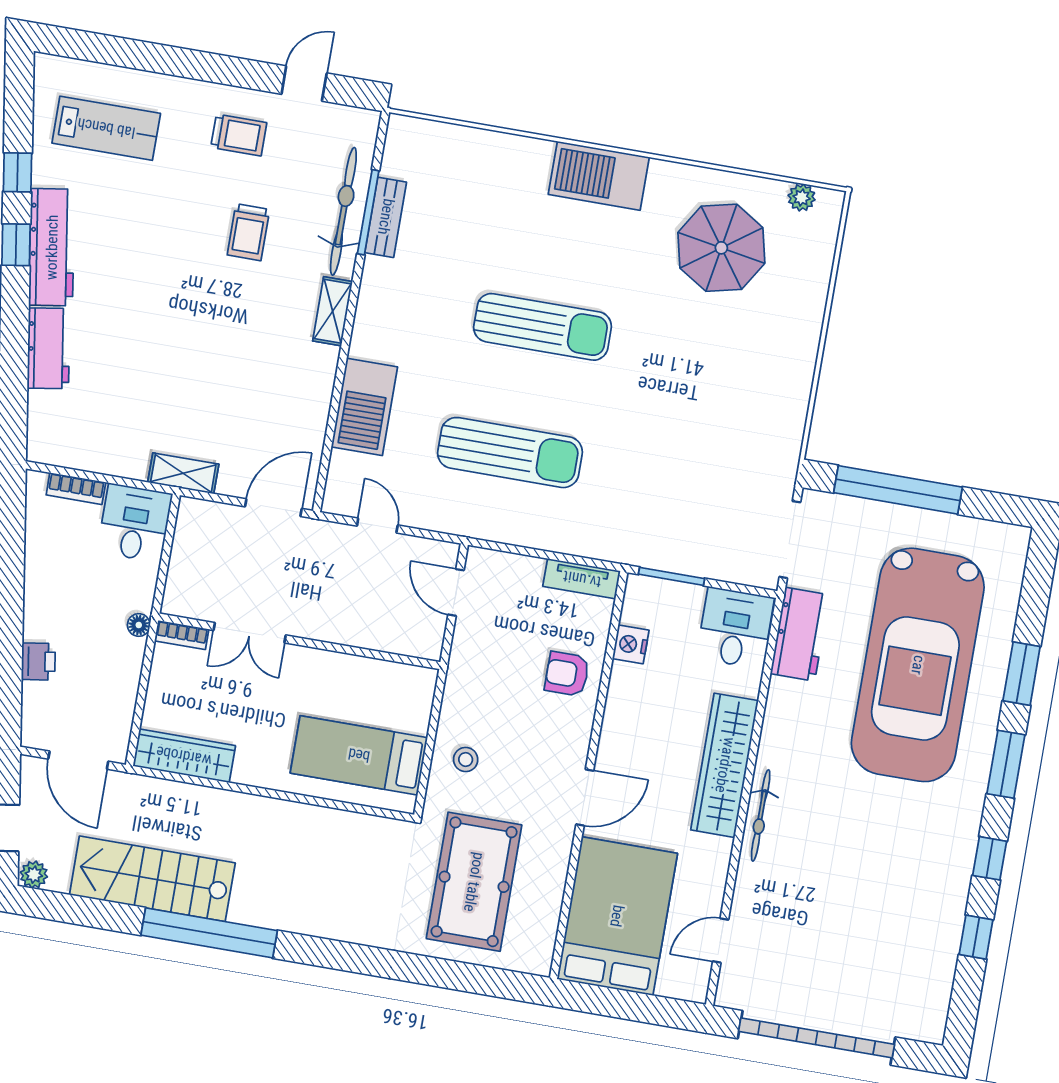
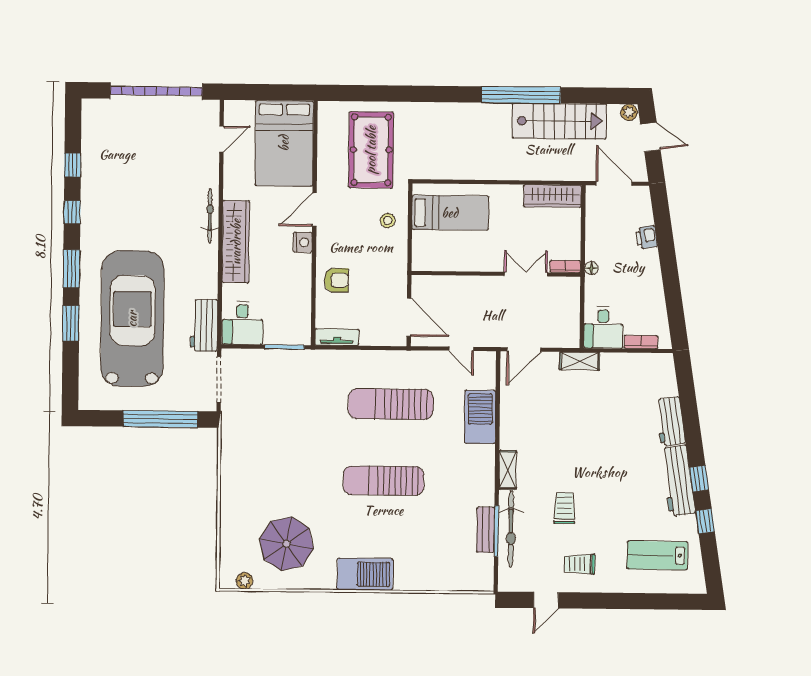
door: (456, 592) -> (409, 317), width x1.38
nightstand: (631, 644) -> (303, 242), moved

